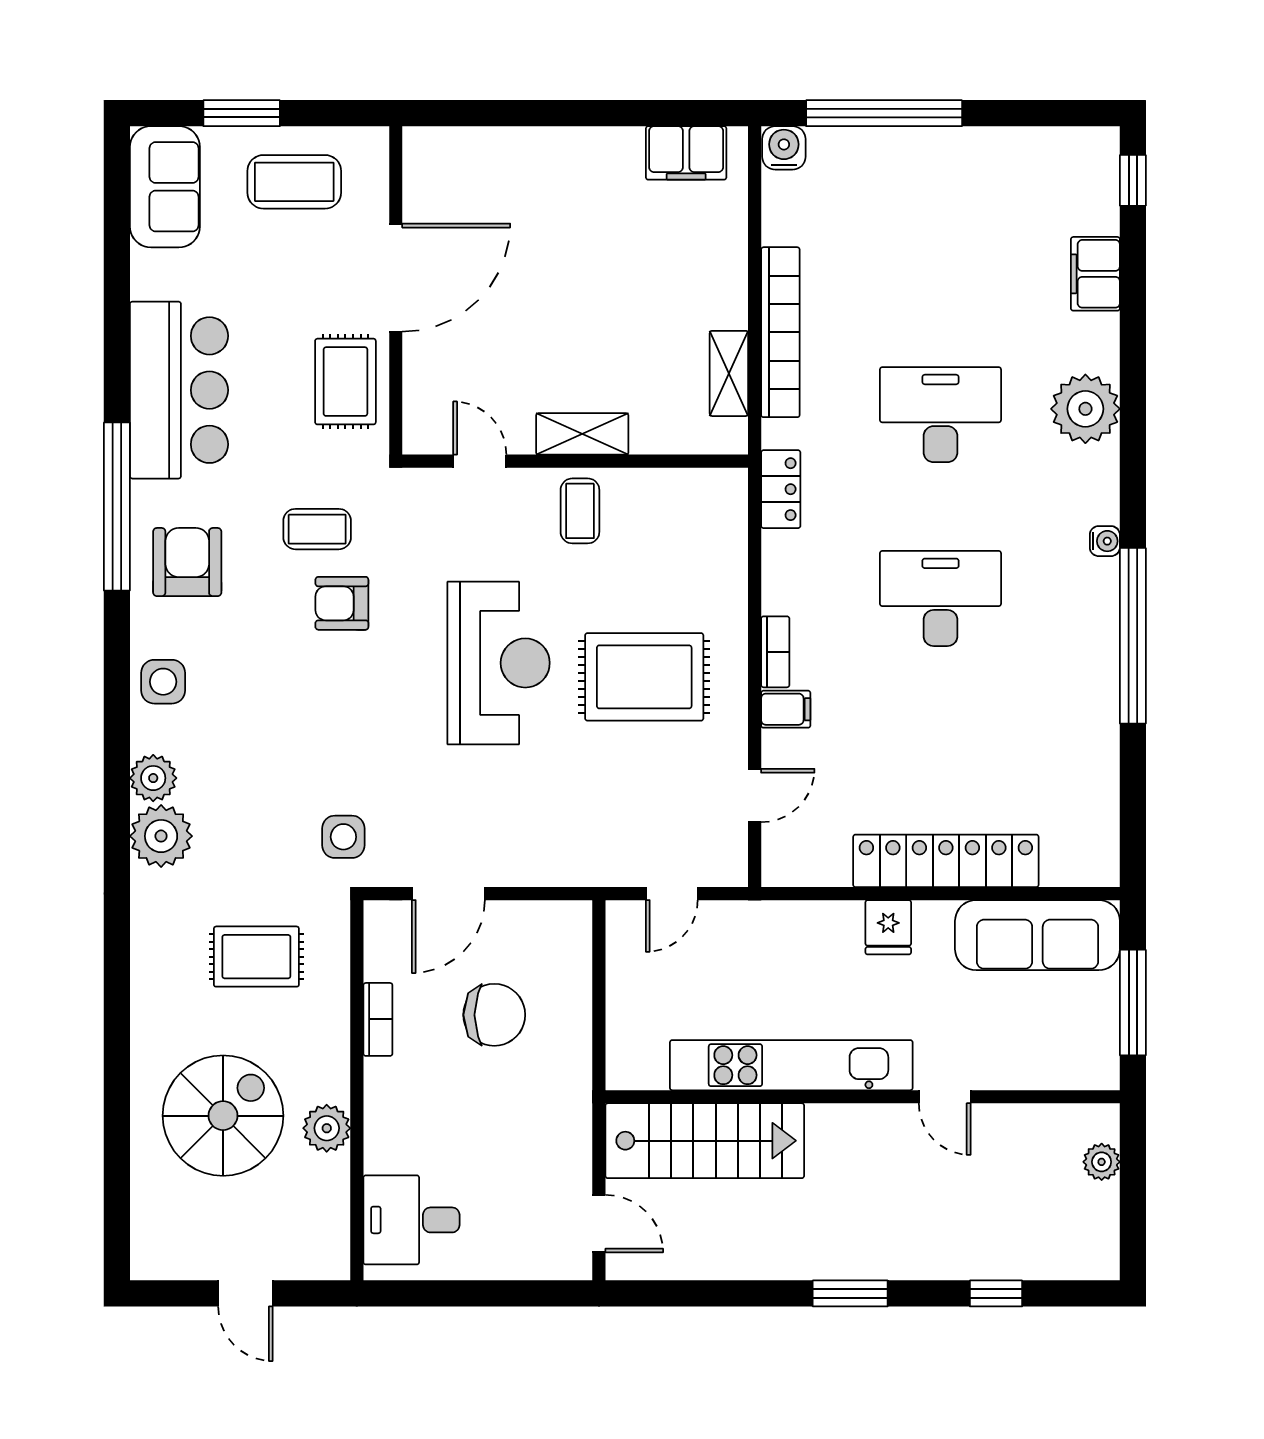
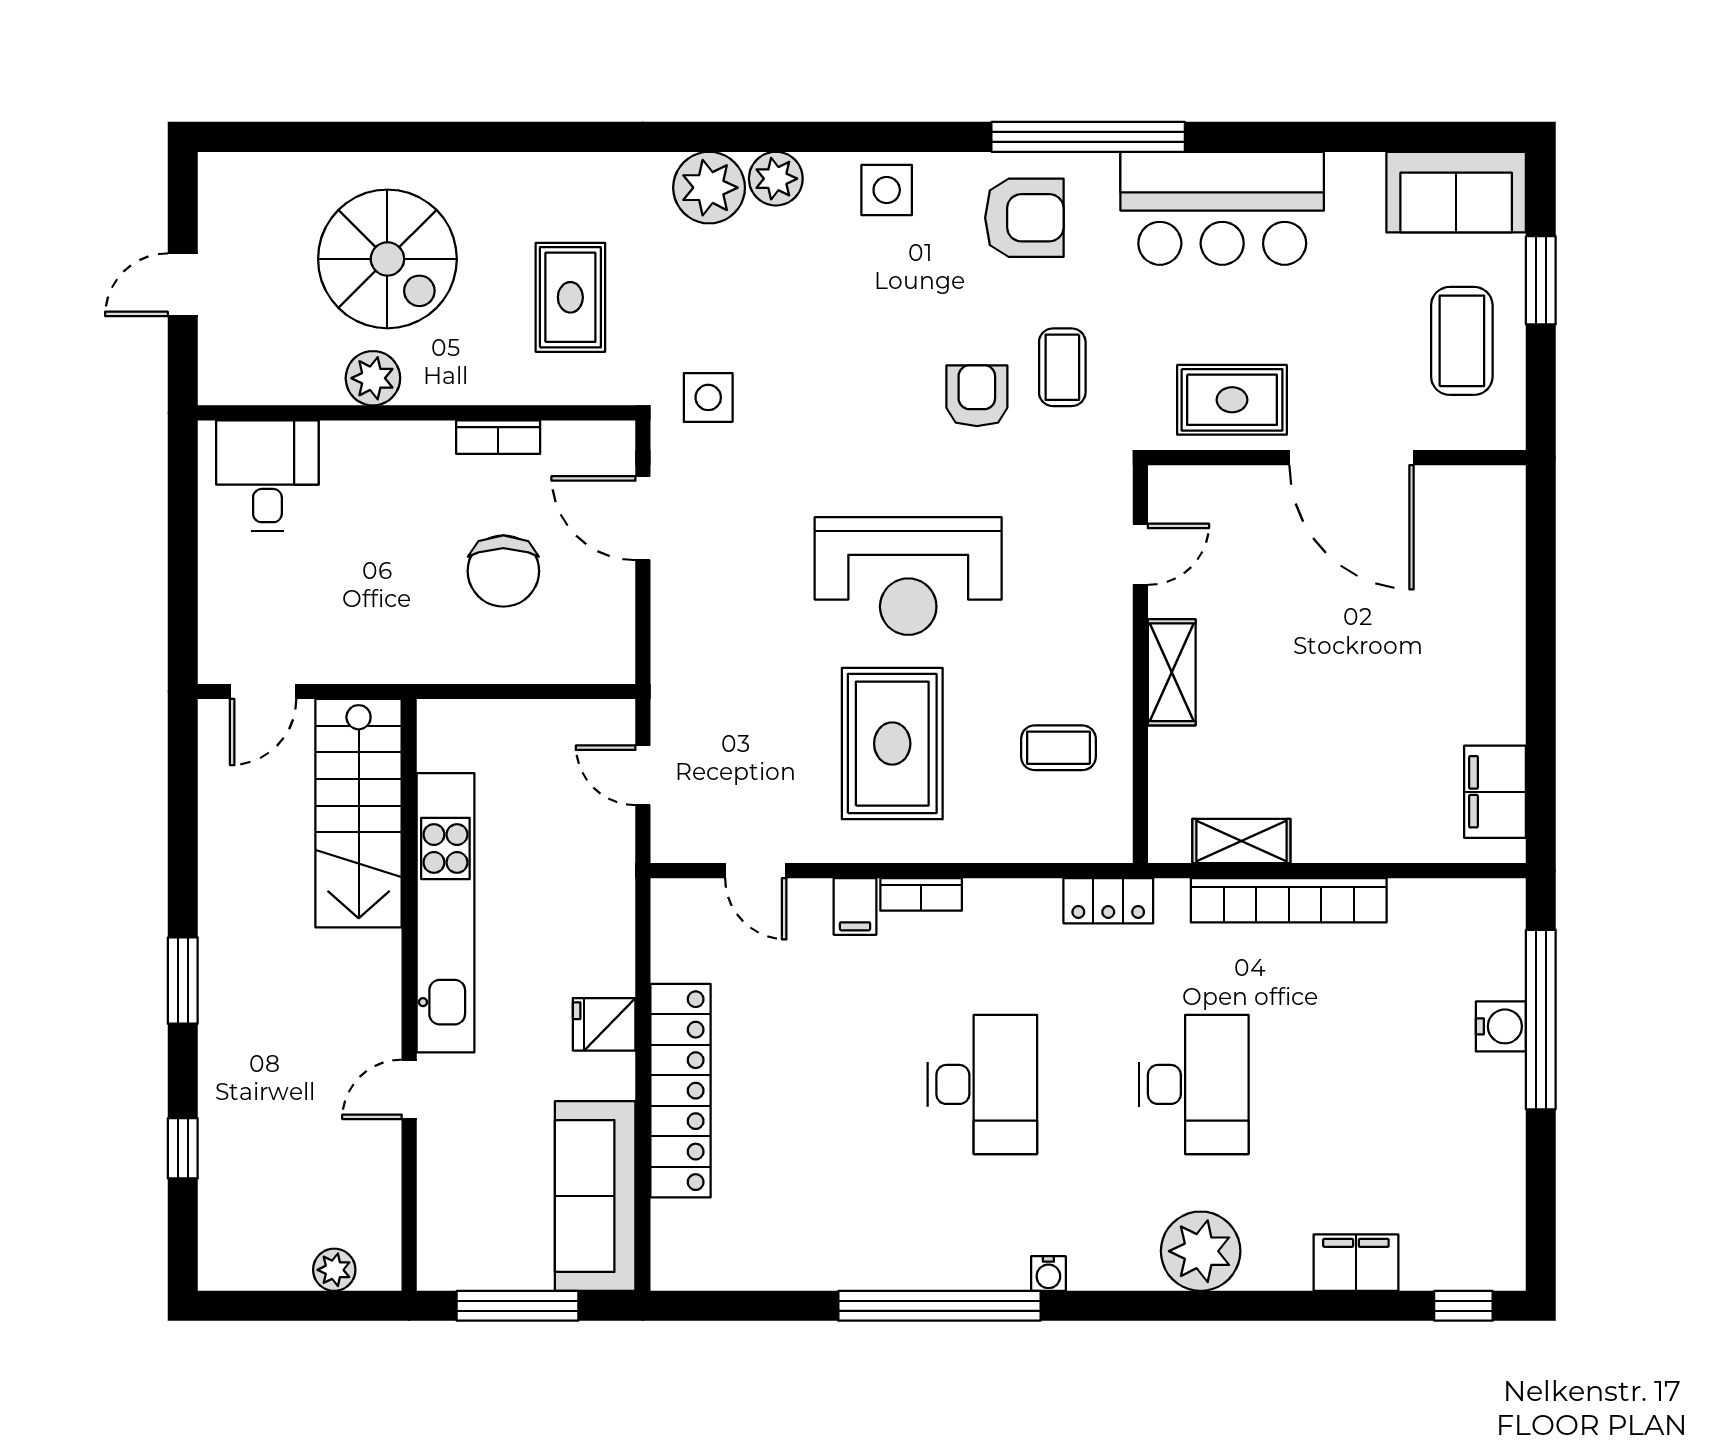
water cooler: (784, 148) -> (1501, 1026), moved
coffee table: (580, 511) -> (1058, 748), moved

